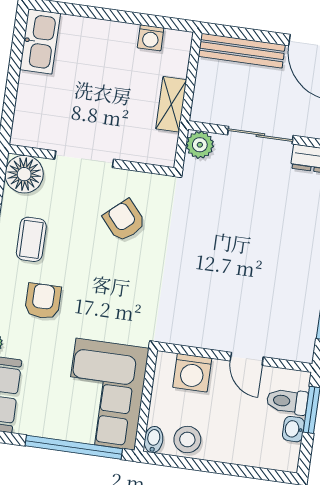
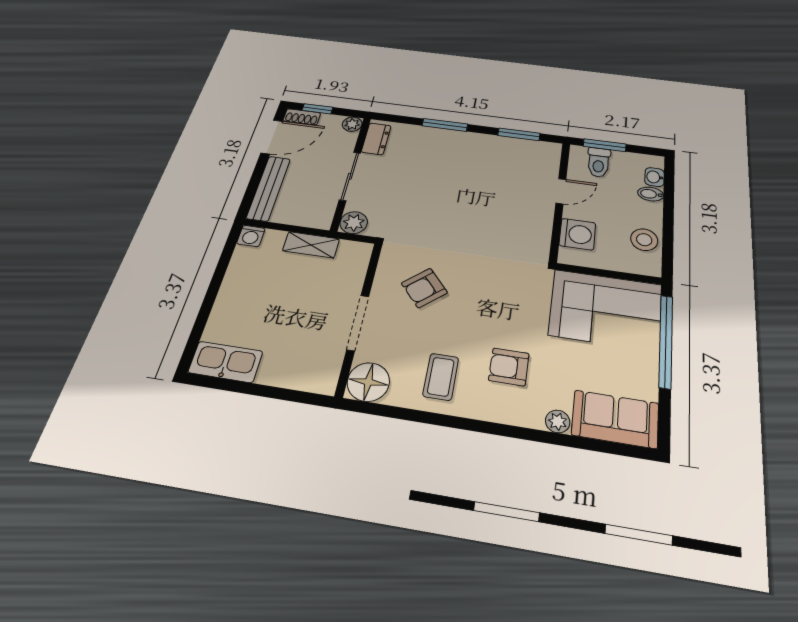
washing machine: (151, 38) -> (251, 236), moved, turned 90
coffee table: (31, 239) -> (441, 377), turned 90
washbasin: (293, 429) -> (655, 177), moved, turned 90
bidet: (154, 440) -> (651, 194), moved

